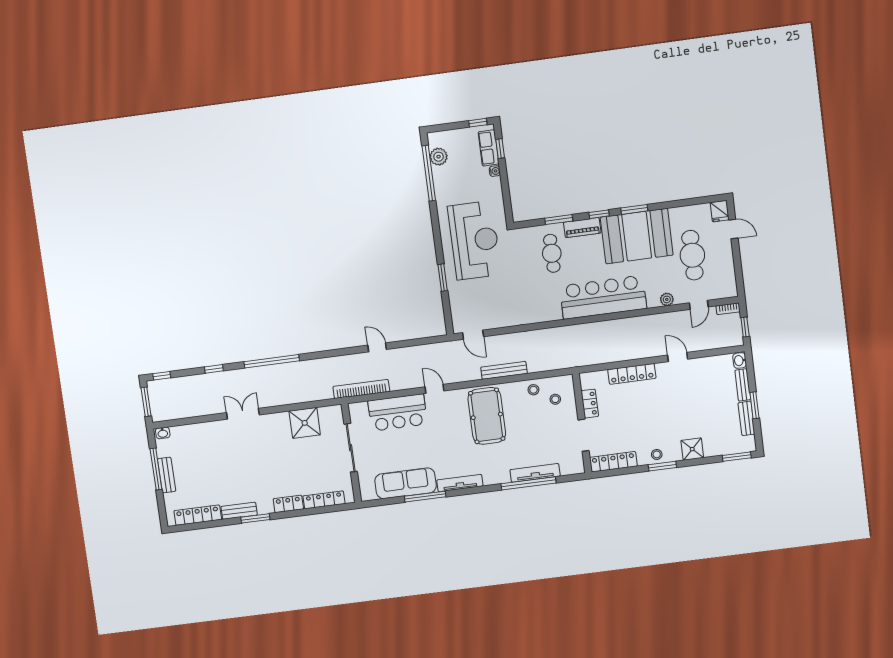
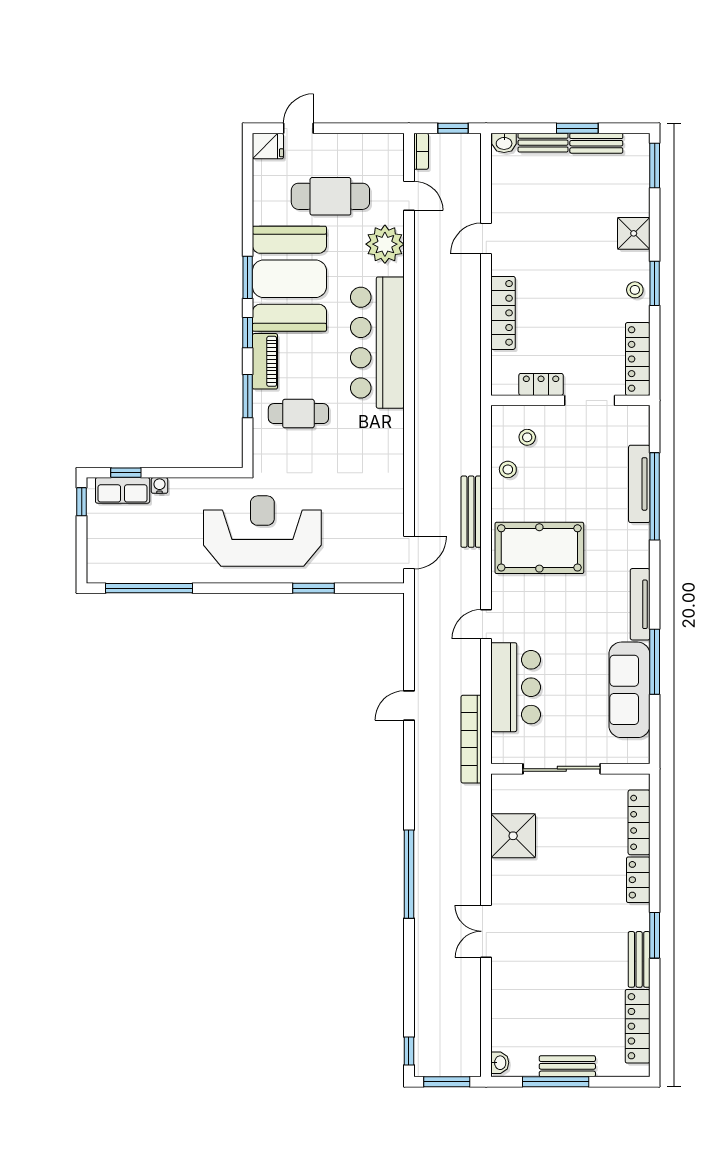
plant: (439, 157) -> (126, 570), removed
plant: (667, 299) -> (385, 244), width x1.87, depth x1.87
window: (214, 369) -> (409, 967), removed

